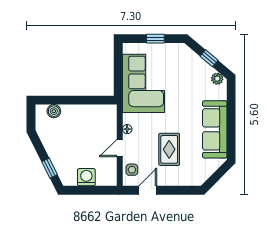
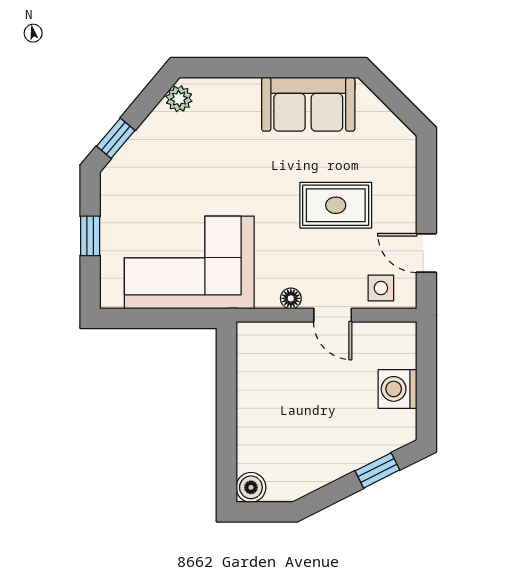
window: (209, 58) -> (116, 138), moved
boiler: (54, 111) -> (251, 487), moved
sofa: (215, 129) -> (308, 104), width x0.73

